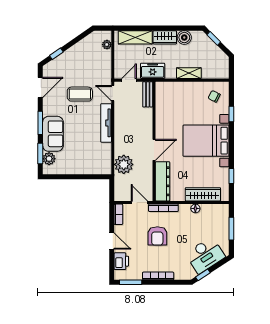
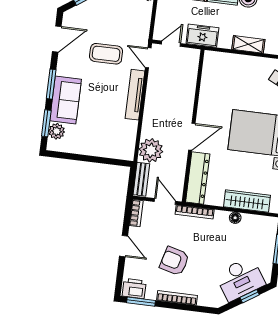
bench: (148, 94) -> (141, 179), moved
armchair: (157, 236) -> (174, 261), moved, turned 105
printer: (121, 261) -> (134, 288), moved, turned -90
window: (203, 275) -> (250, 296), moved

